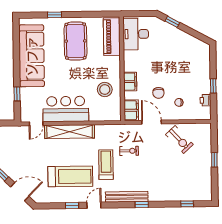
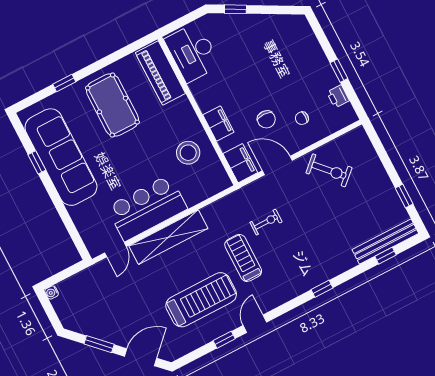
window: (17, 94) -> (37, 162), moved
window: (214, 160) -> (404, 196), moved
bench: (127, 197) -> (385, 242), moved

